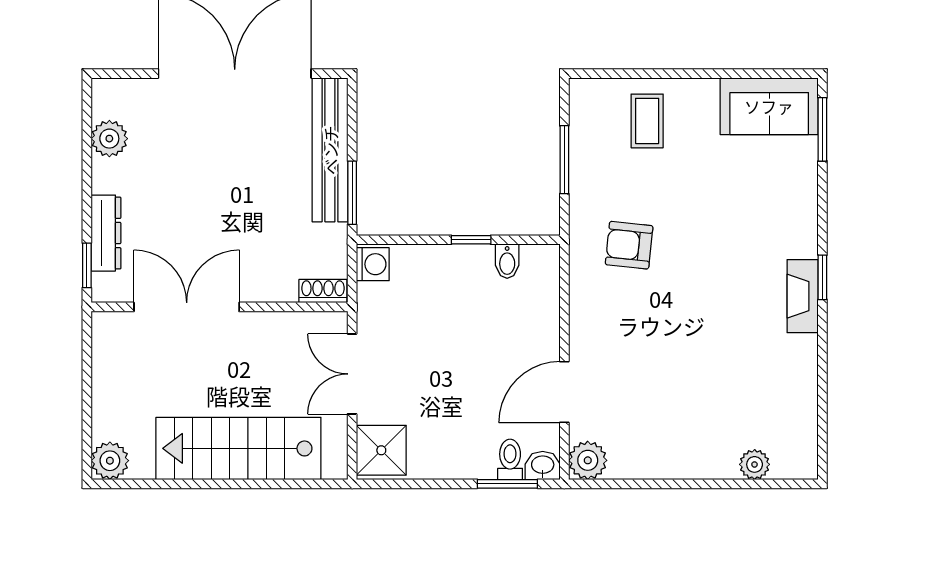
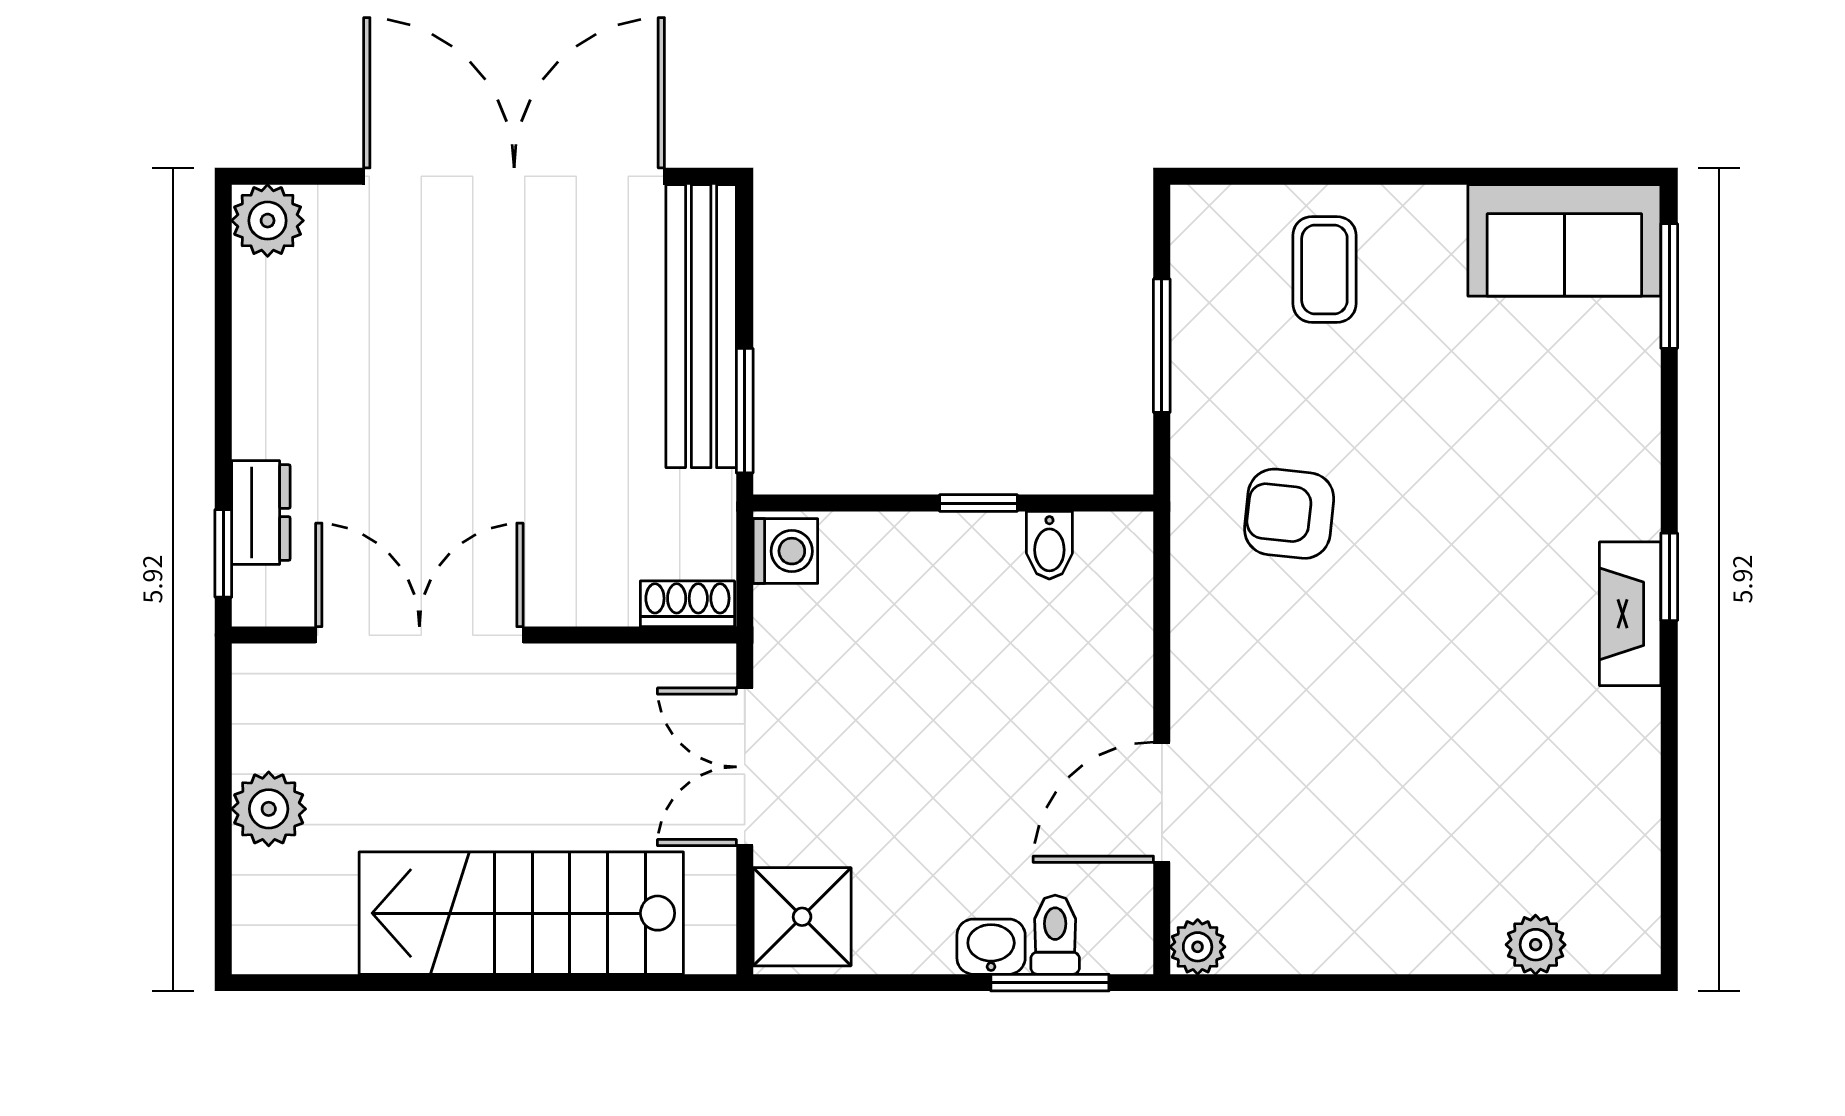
plant: (109, 139) -> (268, 221), moved
dresser: (106, 233) -> (261, 513), width x0.70
plant: (588, 460) -> (1198, 947), width x0.73, depth x0.73
plant: (110, 461) -> (269, 809), moved
washbasin: (543, 465) -> (991, 947), moved

